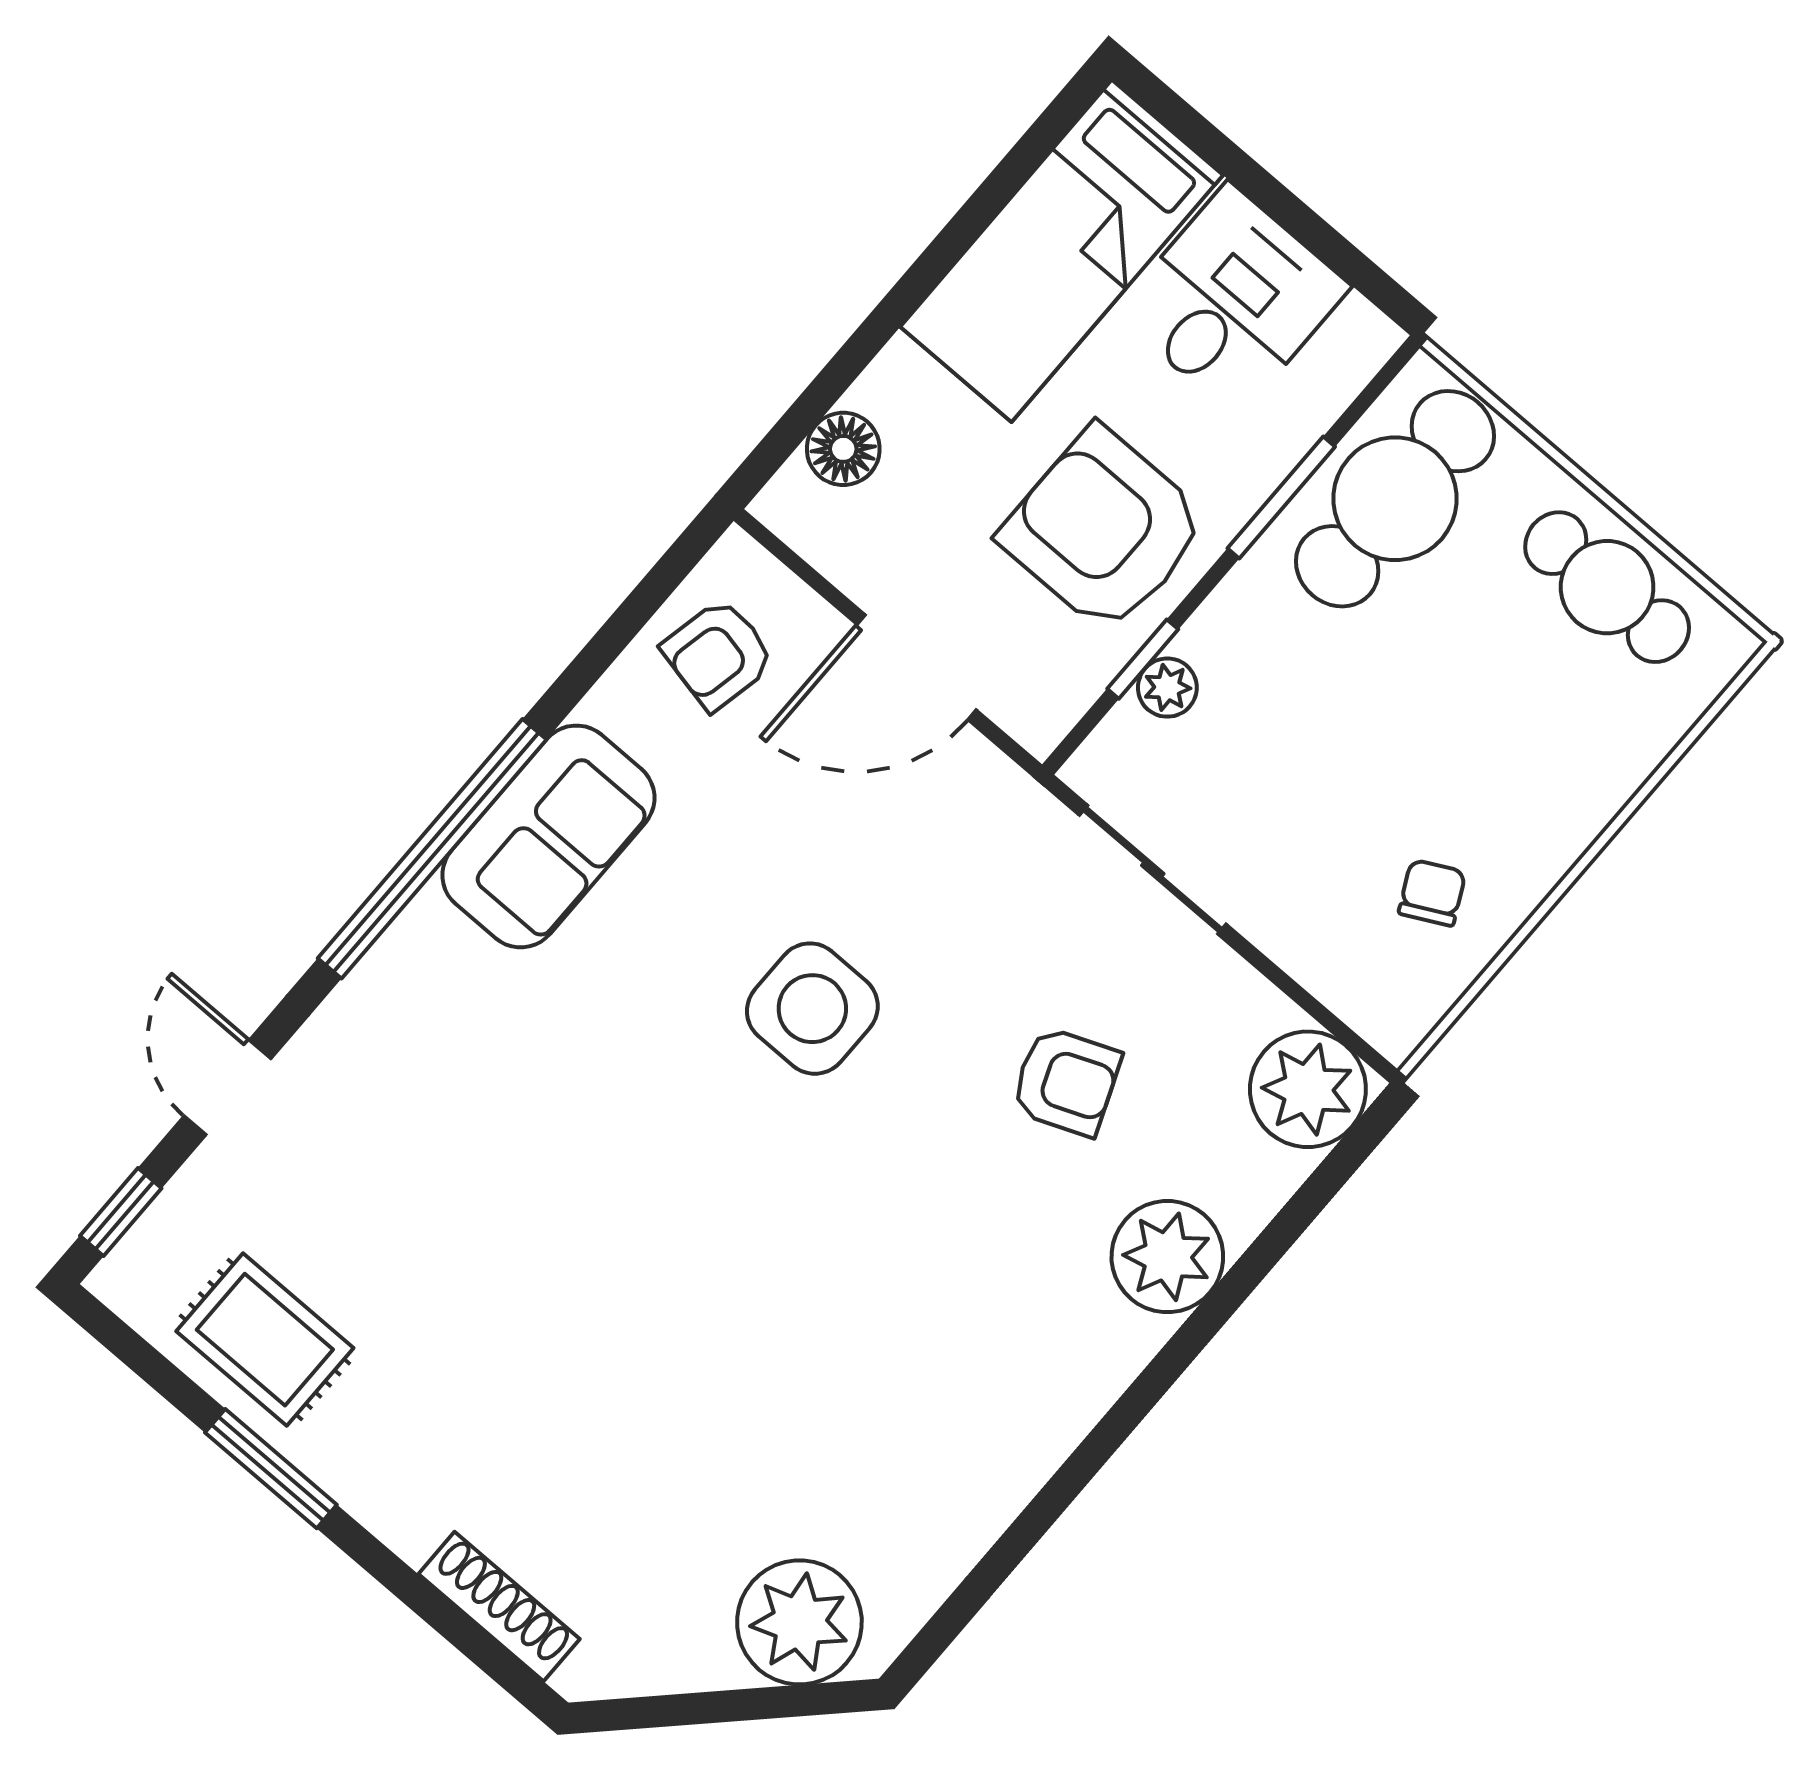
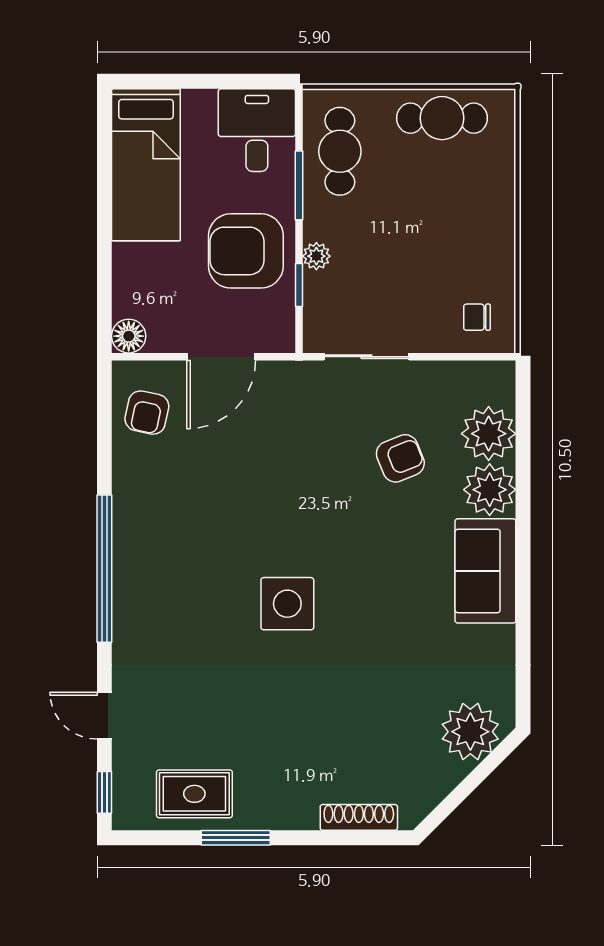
desk: (1233, 300) -> (257, 130), moved
floor lamp: (843, 449) -> (129, 336), moved
cafe table: (1395, 499) -> (340, 151), width x0.73, depth x0.74
plant: (1167, 688) -> (316, 256), moved
sofa: (548, 836) -> (485, 571), moved, turned 180
chair: (1432, 893) -> (477, 317), moved, turned -63
side table: (812, 1009) -> (287, 604), moved
plant: (1308, 1089) -> (489, 434), moved

